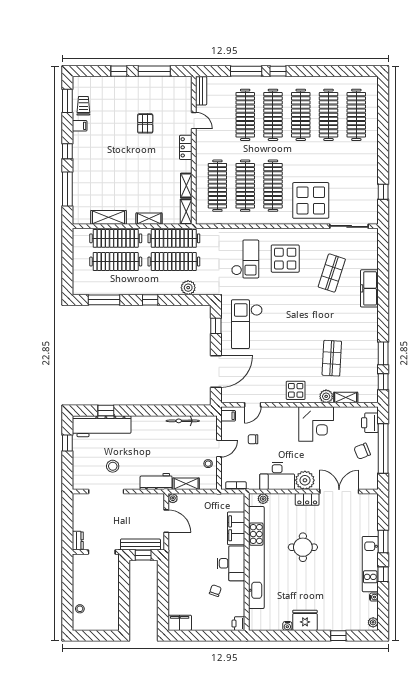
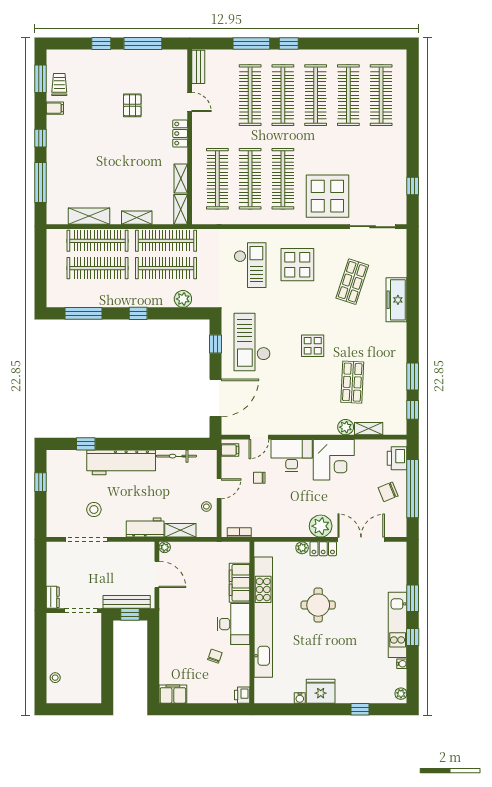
display table: (296, 390) -> (313, 346), moved
workbench: (102, 426) -> (121, 462), moved
desk: (277, 476) -> (292, 455), moved, turned 180
plant: (263, 499) -> (302, 548), moved

